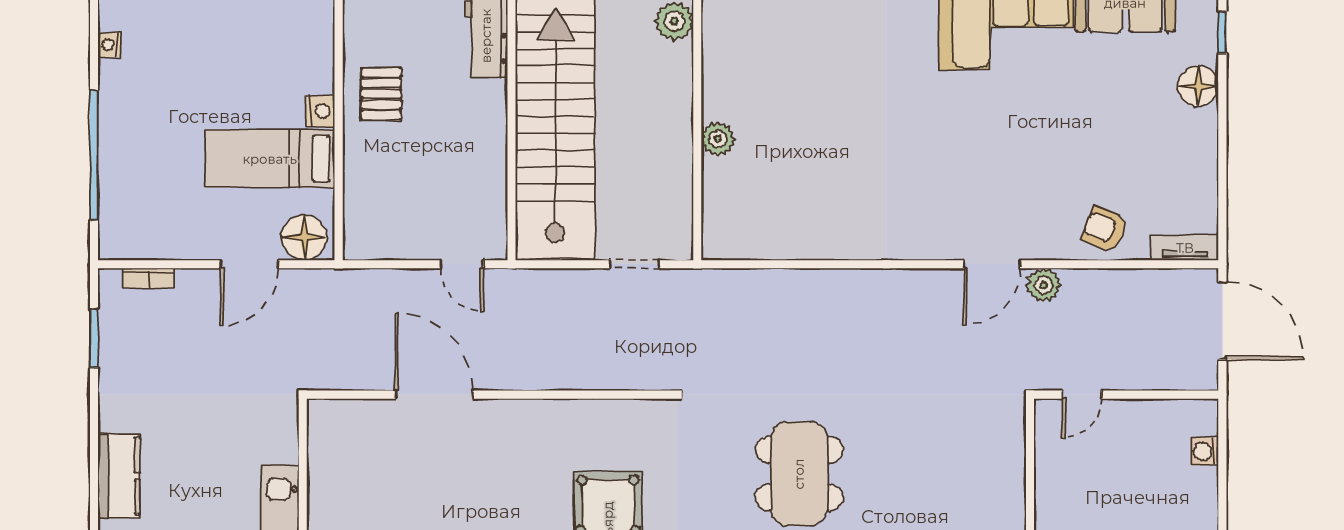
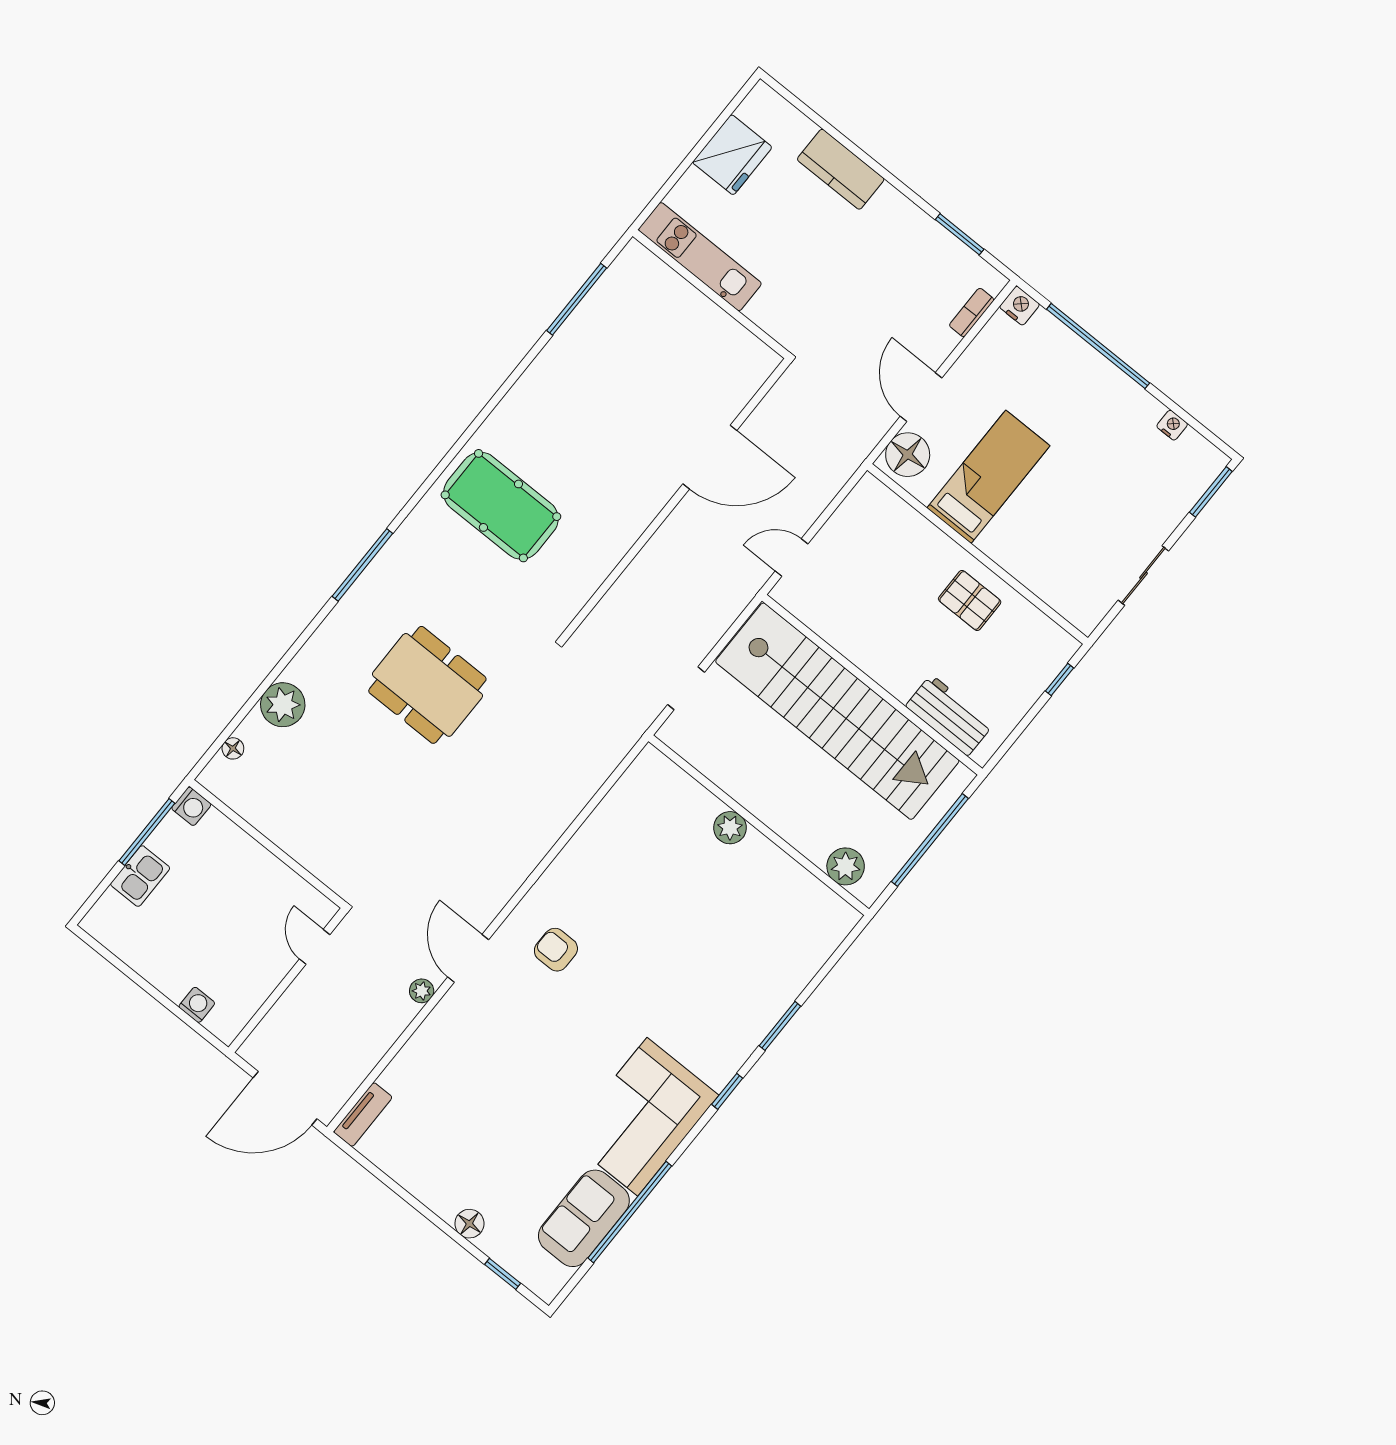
floor lamp: (1198, 86) -> (469, 1224), width x0.73, depth x0.73
nightstand: (320, 111) -> (1019, 306), moved, turned 180
armchair: (1105, 229) -> (556, 950), moved, turned -111
plant: (1043, 285) -> (422, 991), width x0.73, depth x0.73

